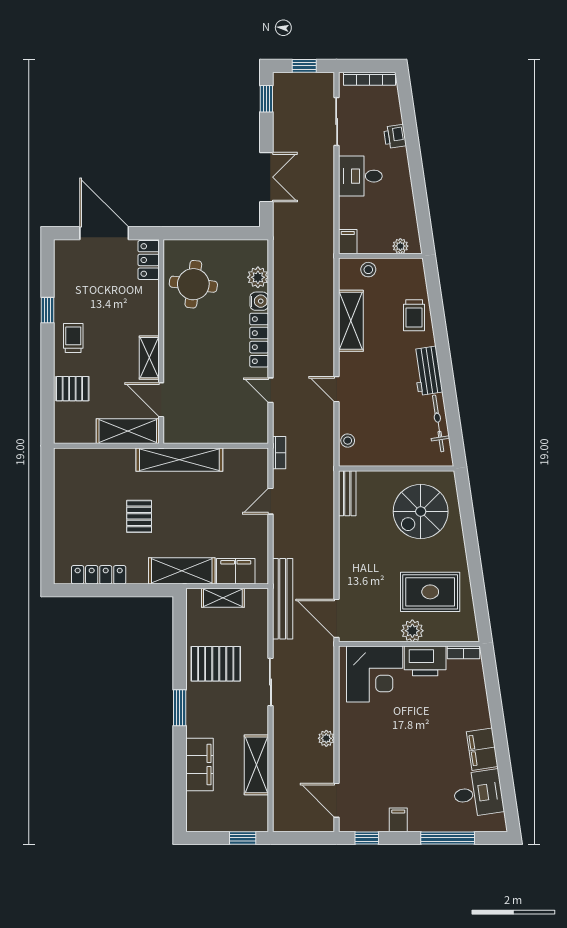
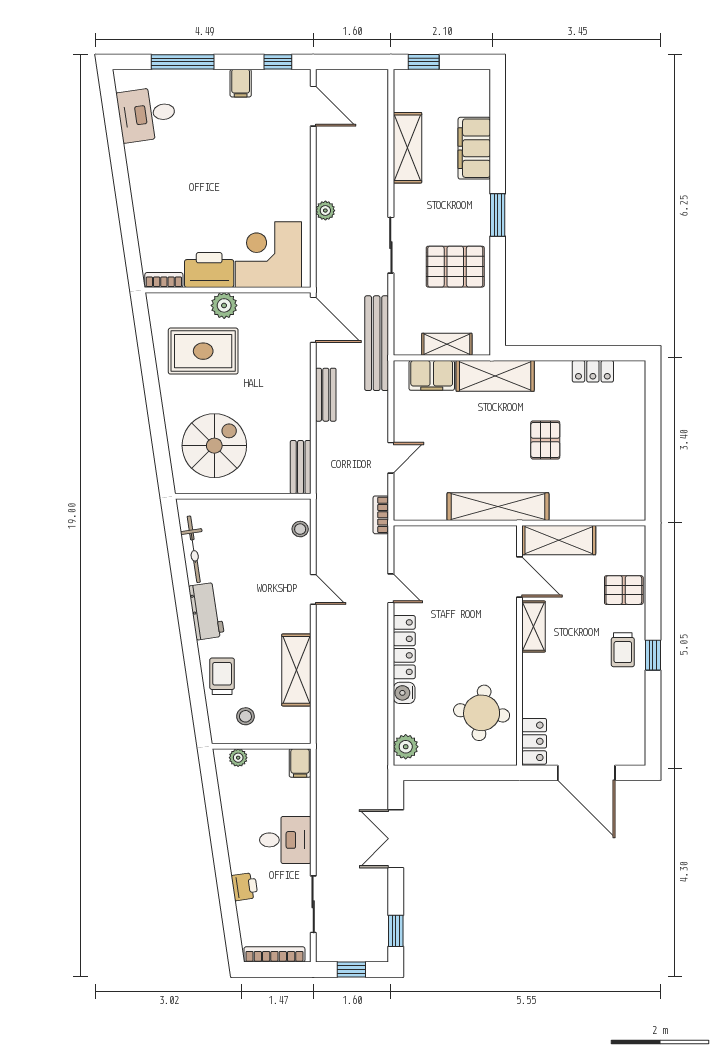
stool: (368, 270) -> (245, 716), moved
plant: (258, 277) -> (406, 747), moved
window: (48, 310) -> (653, 655), moved
bench: (326, 555) -> (326, 395), added
locker: (99, 575) -> (593, 371), width x0.66
plant: (326, 738) -> (325, 211), moved
filing cabinet: (482, 749) -> (142, 166), removed

